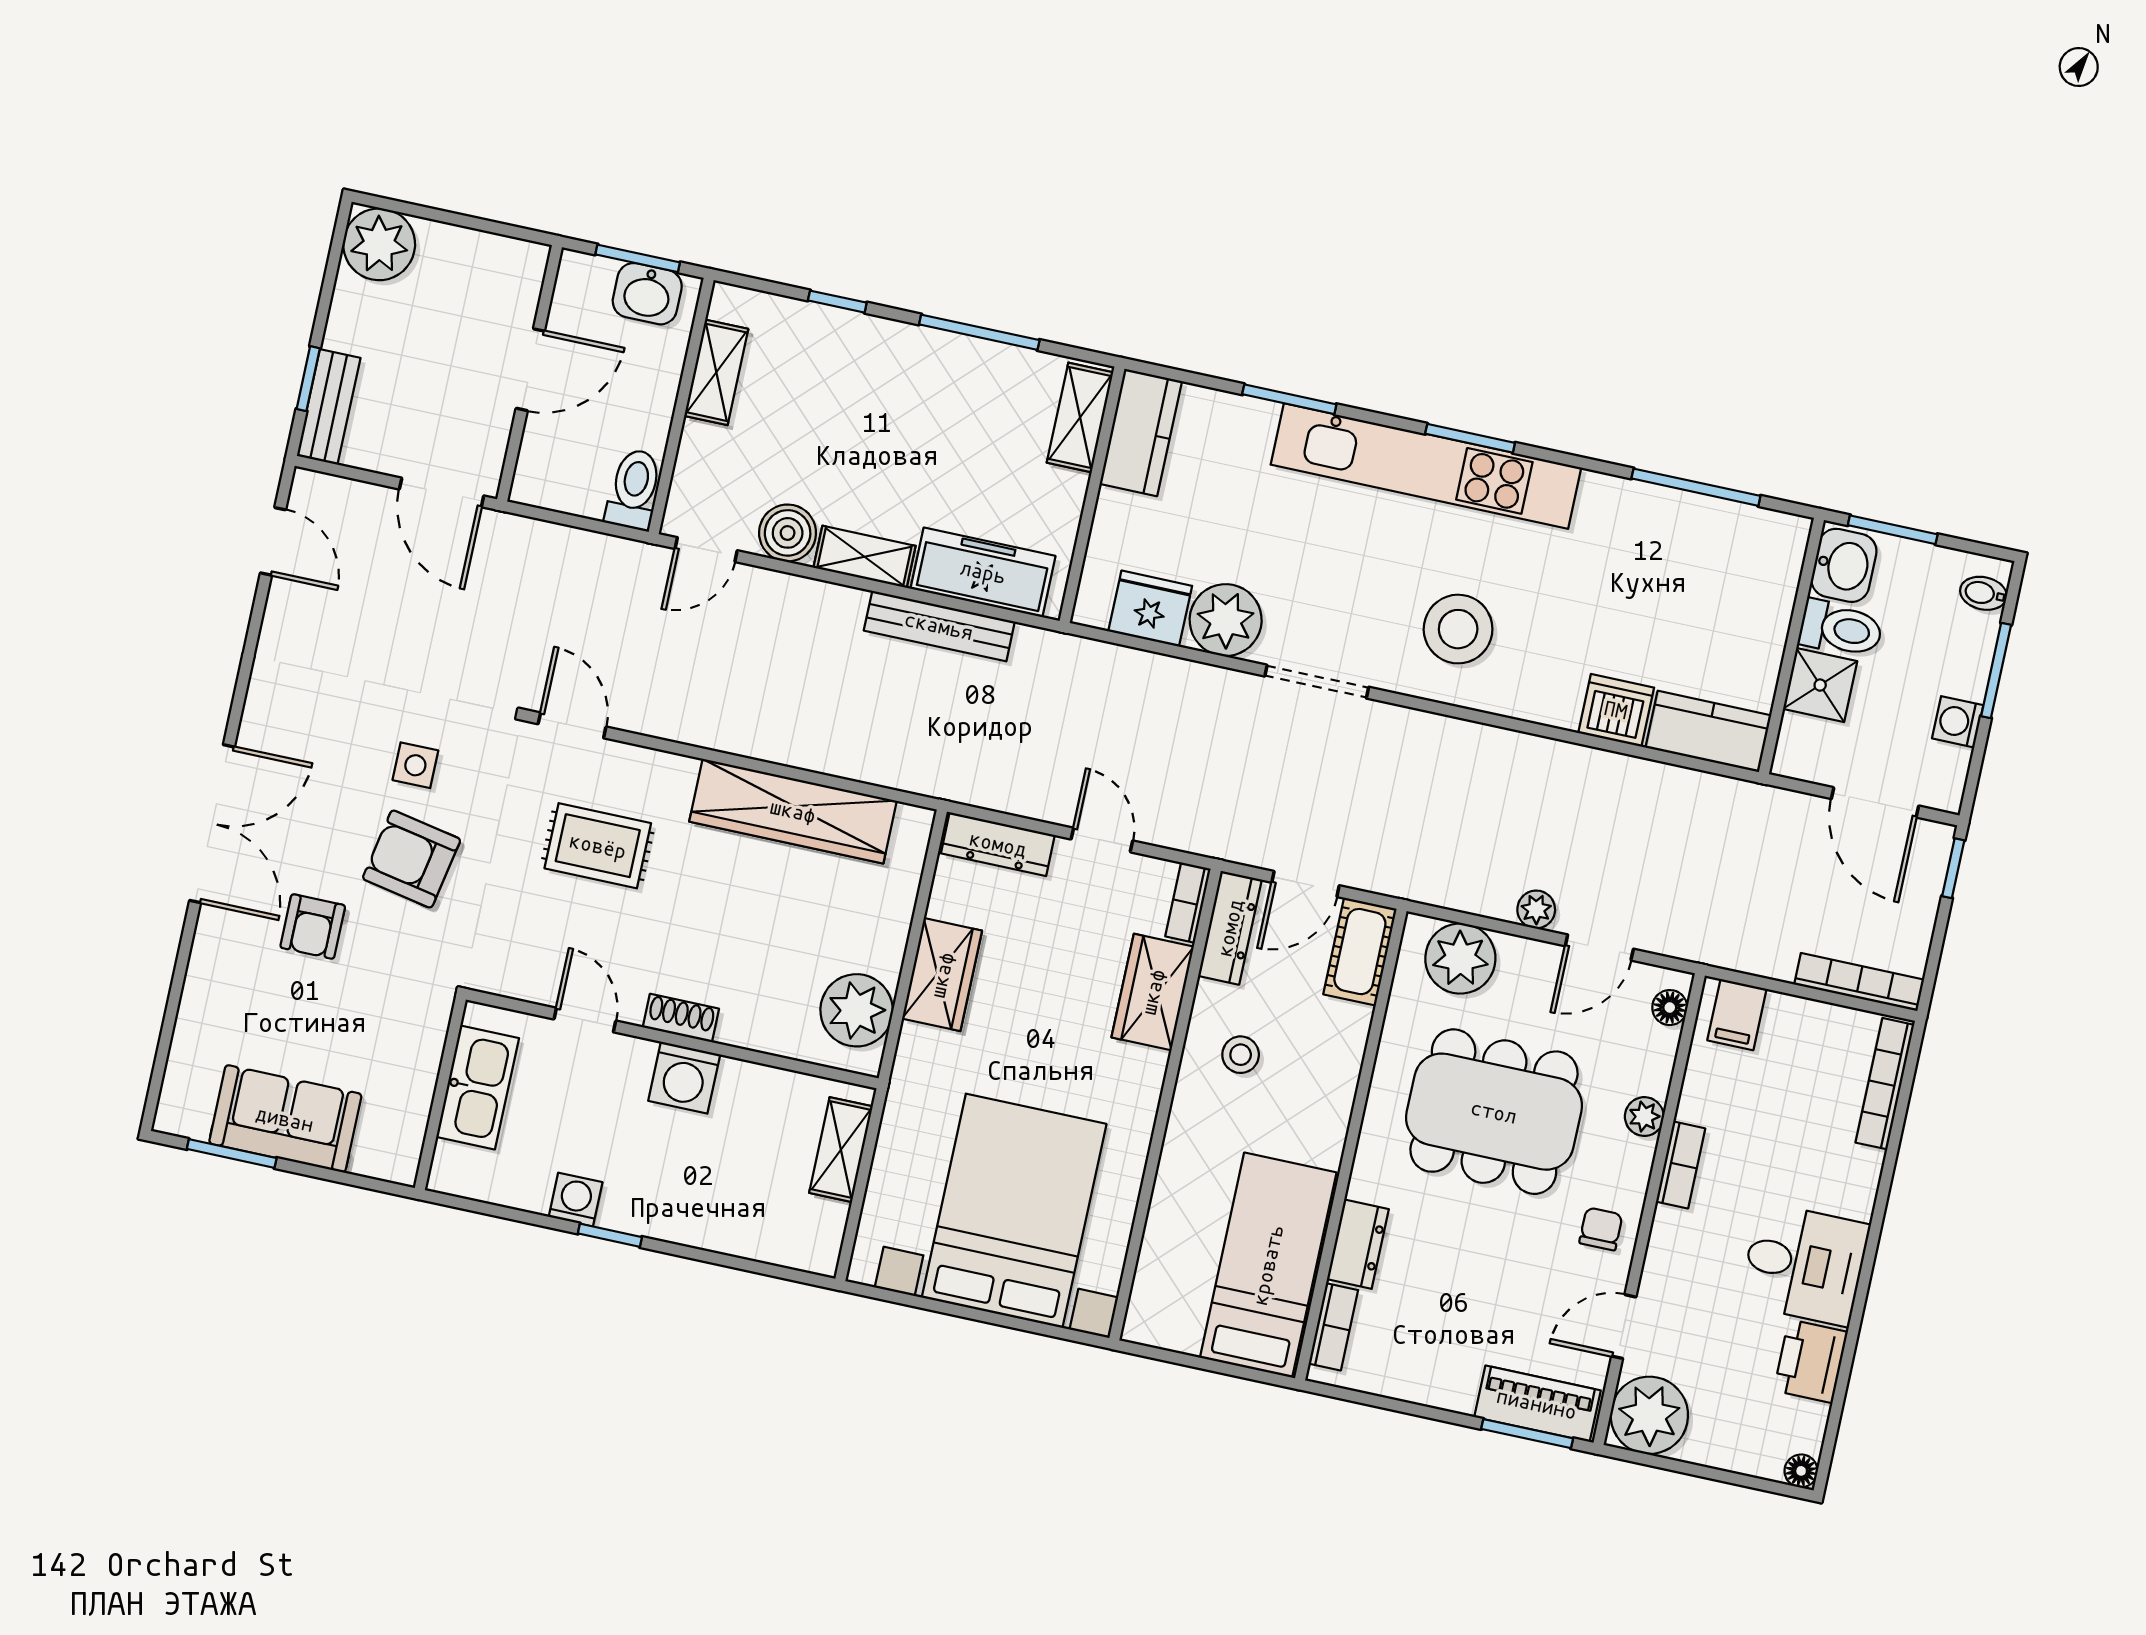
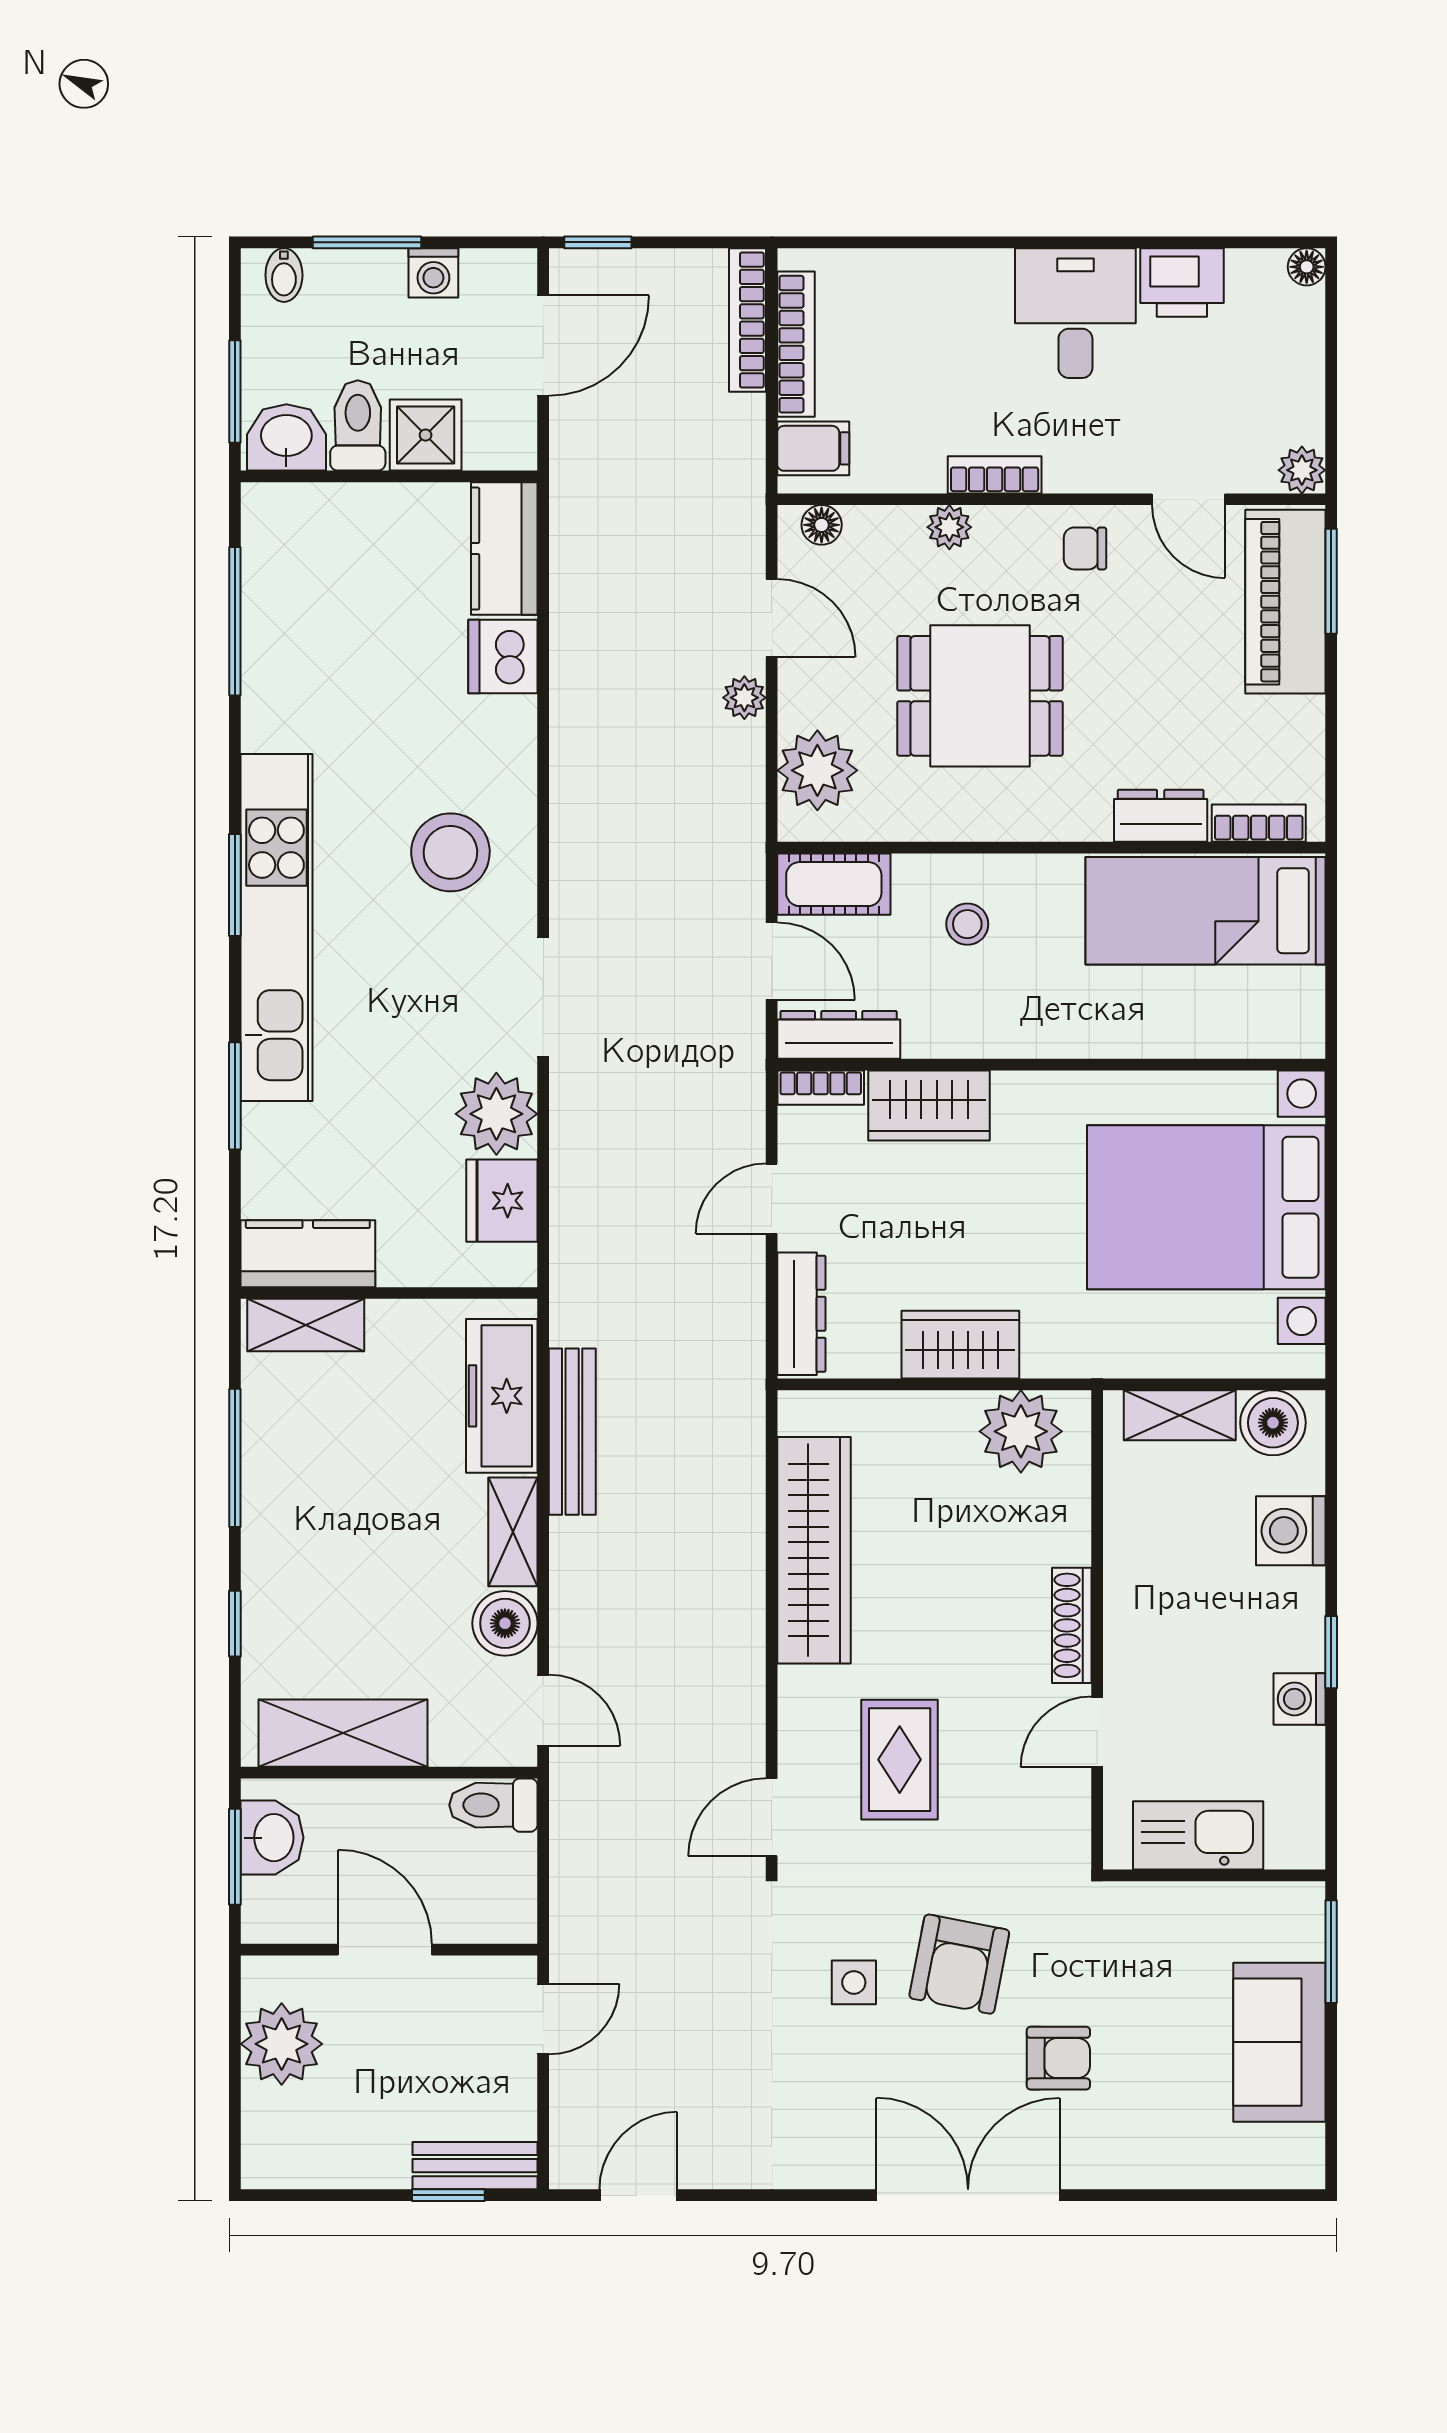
plant: (379, 244) -> (282, 2044), moved
shelving: (716, 372) -> (343, 1733), width x1.50, depth x1.33
door: (442, 492) -> (543, 2019), width x0.73
shoe rack: (681, 1018) -> (1072, 1625), width x1.43
stool: (1241, 1055) -> (967, 924), moved
washing machine: (684, 1078) -> (1291, 1531), moved, turned 180
bookcase: (1885, 1084) -> (796, 344), moved, turned -90
dining table: (1494, 1112) -> (980, 696), width x0.73
window: (232, 1154) -> (1331, 1952), moved
boiler: (817, 1228) -> (1273, 1423), added
piano: (1537, 1404) -> (1285, 602), width x1.37, depth x1.33
plant: (1649, 1415) -> (1302, 470), width x0.53, depth x0.53

